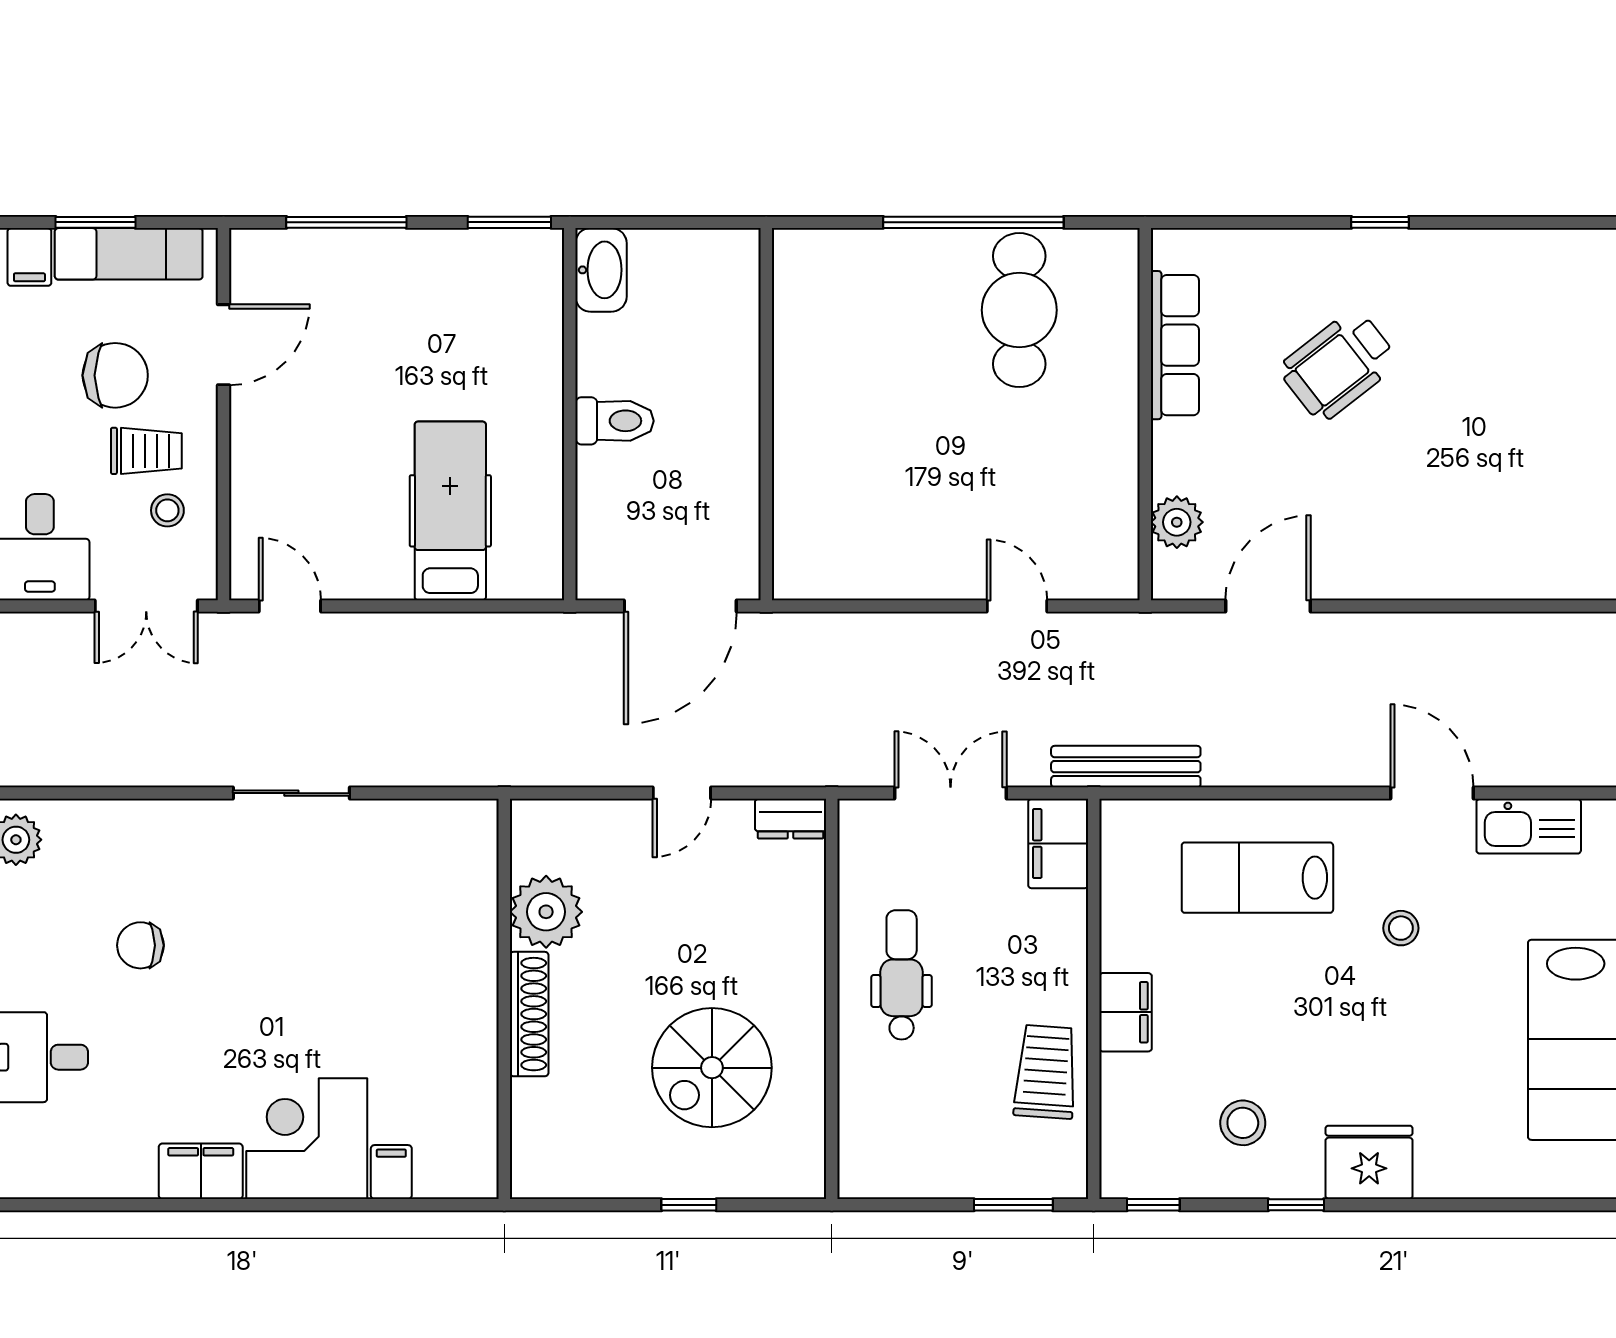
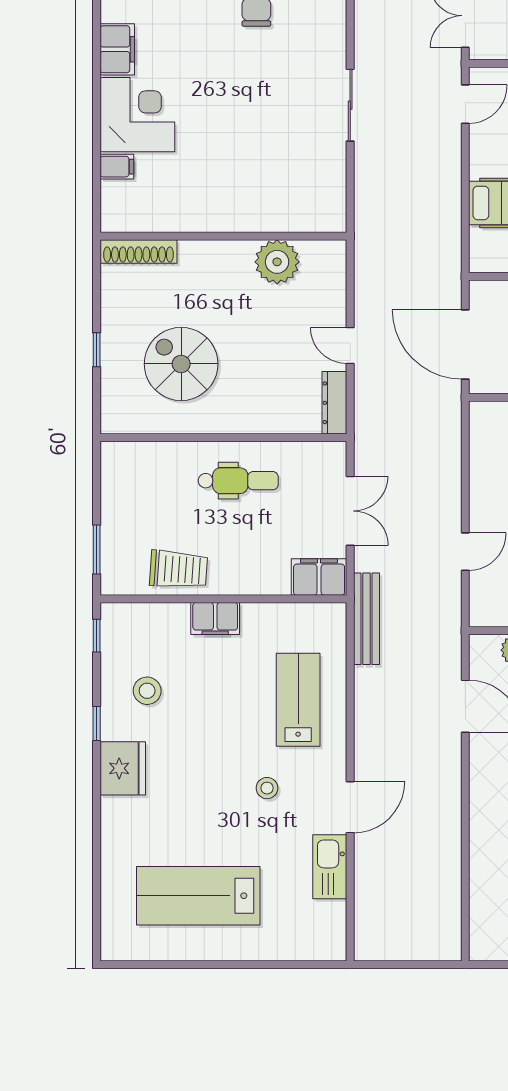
dresser: (791, 819) -> (334, 403), width x1.44
shoe rack: (529, 1014) -> (138, 251), moved

